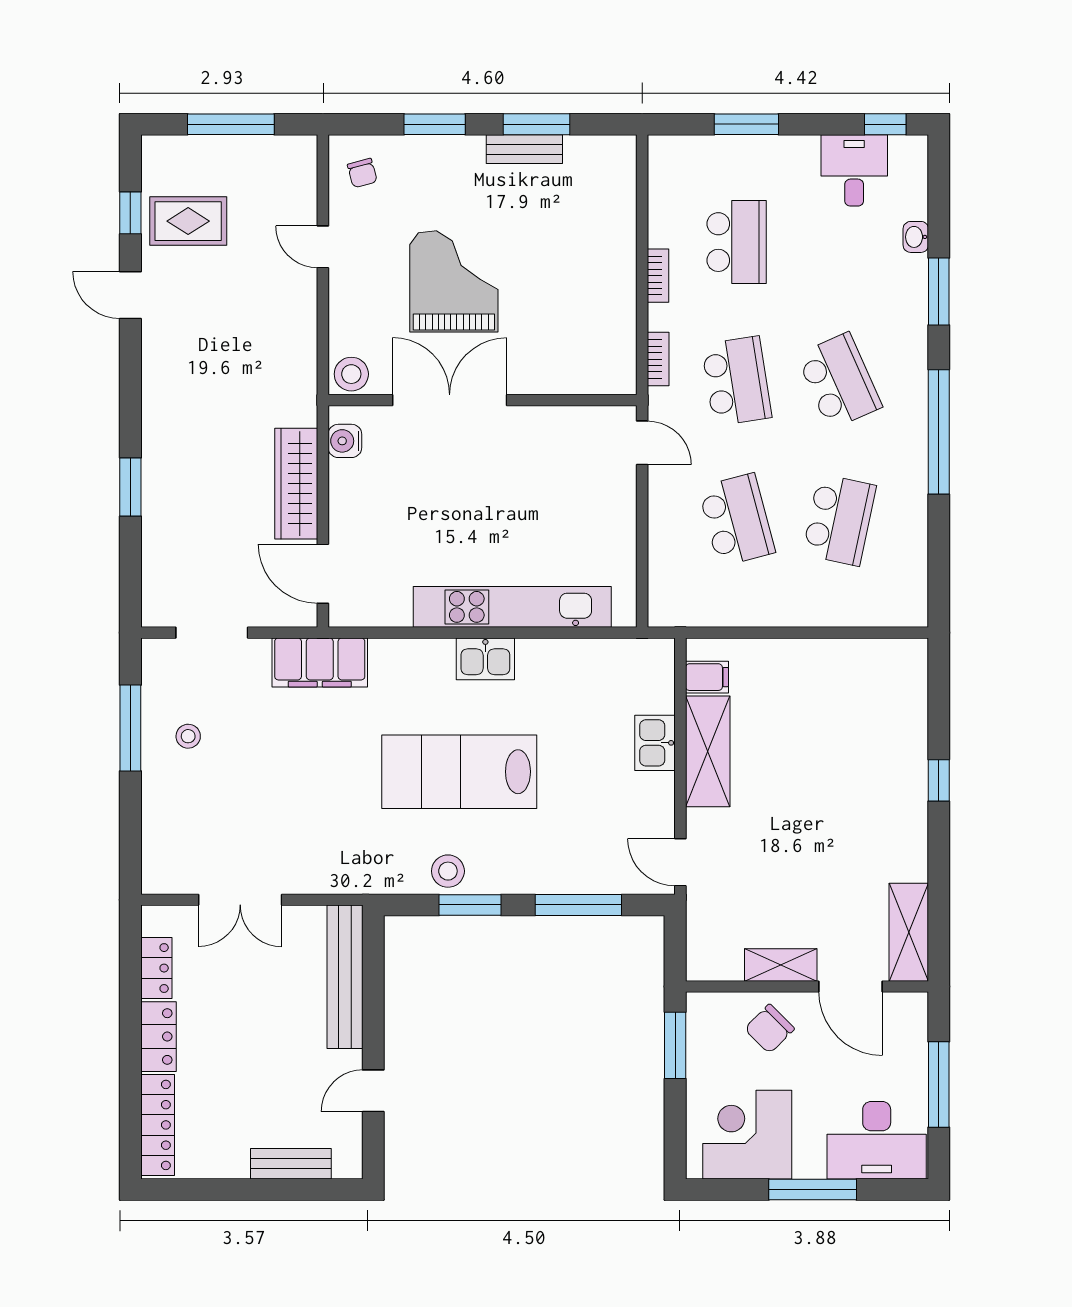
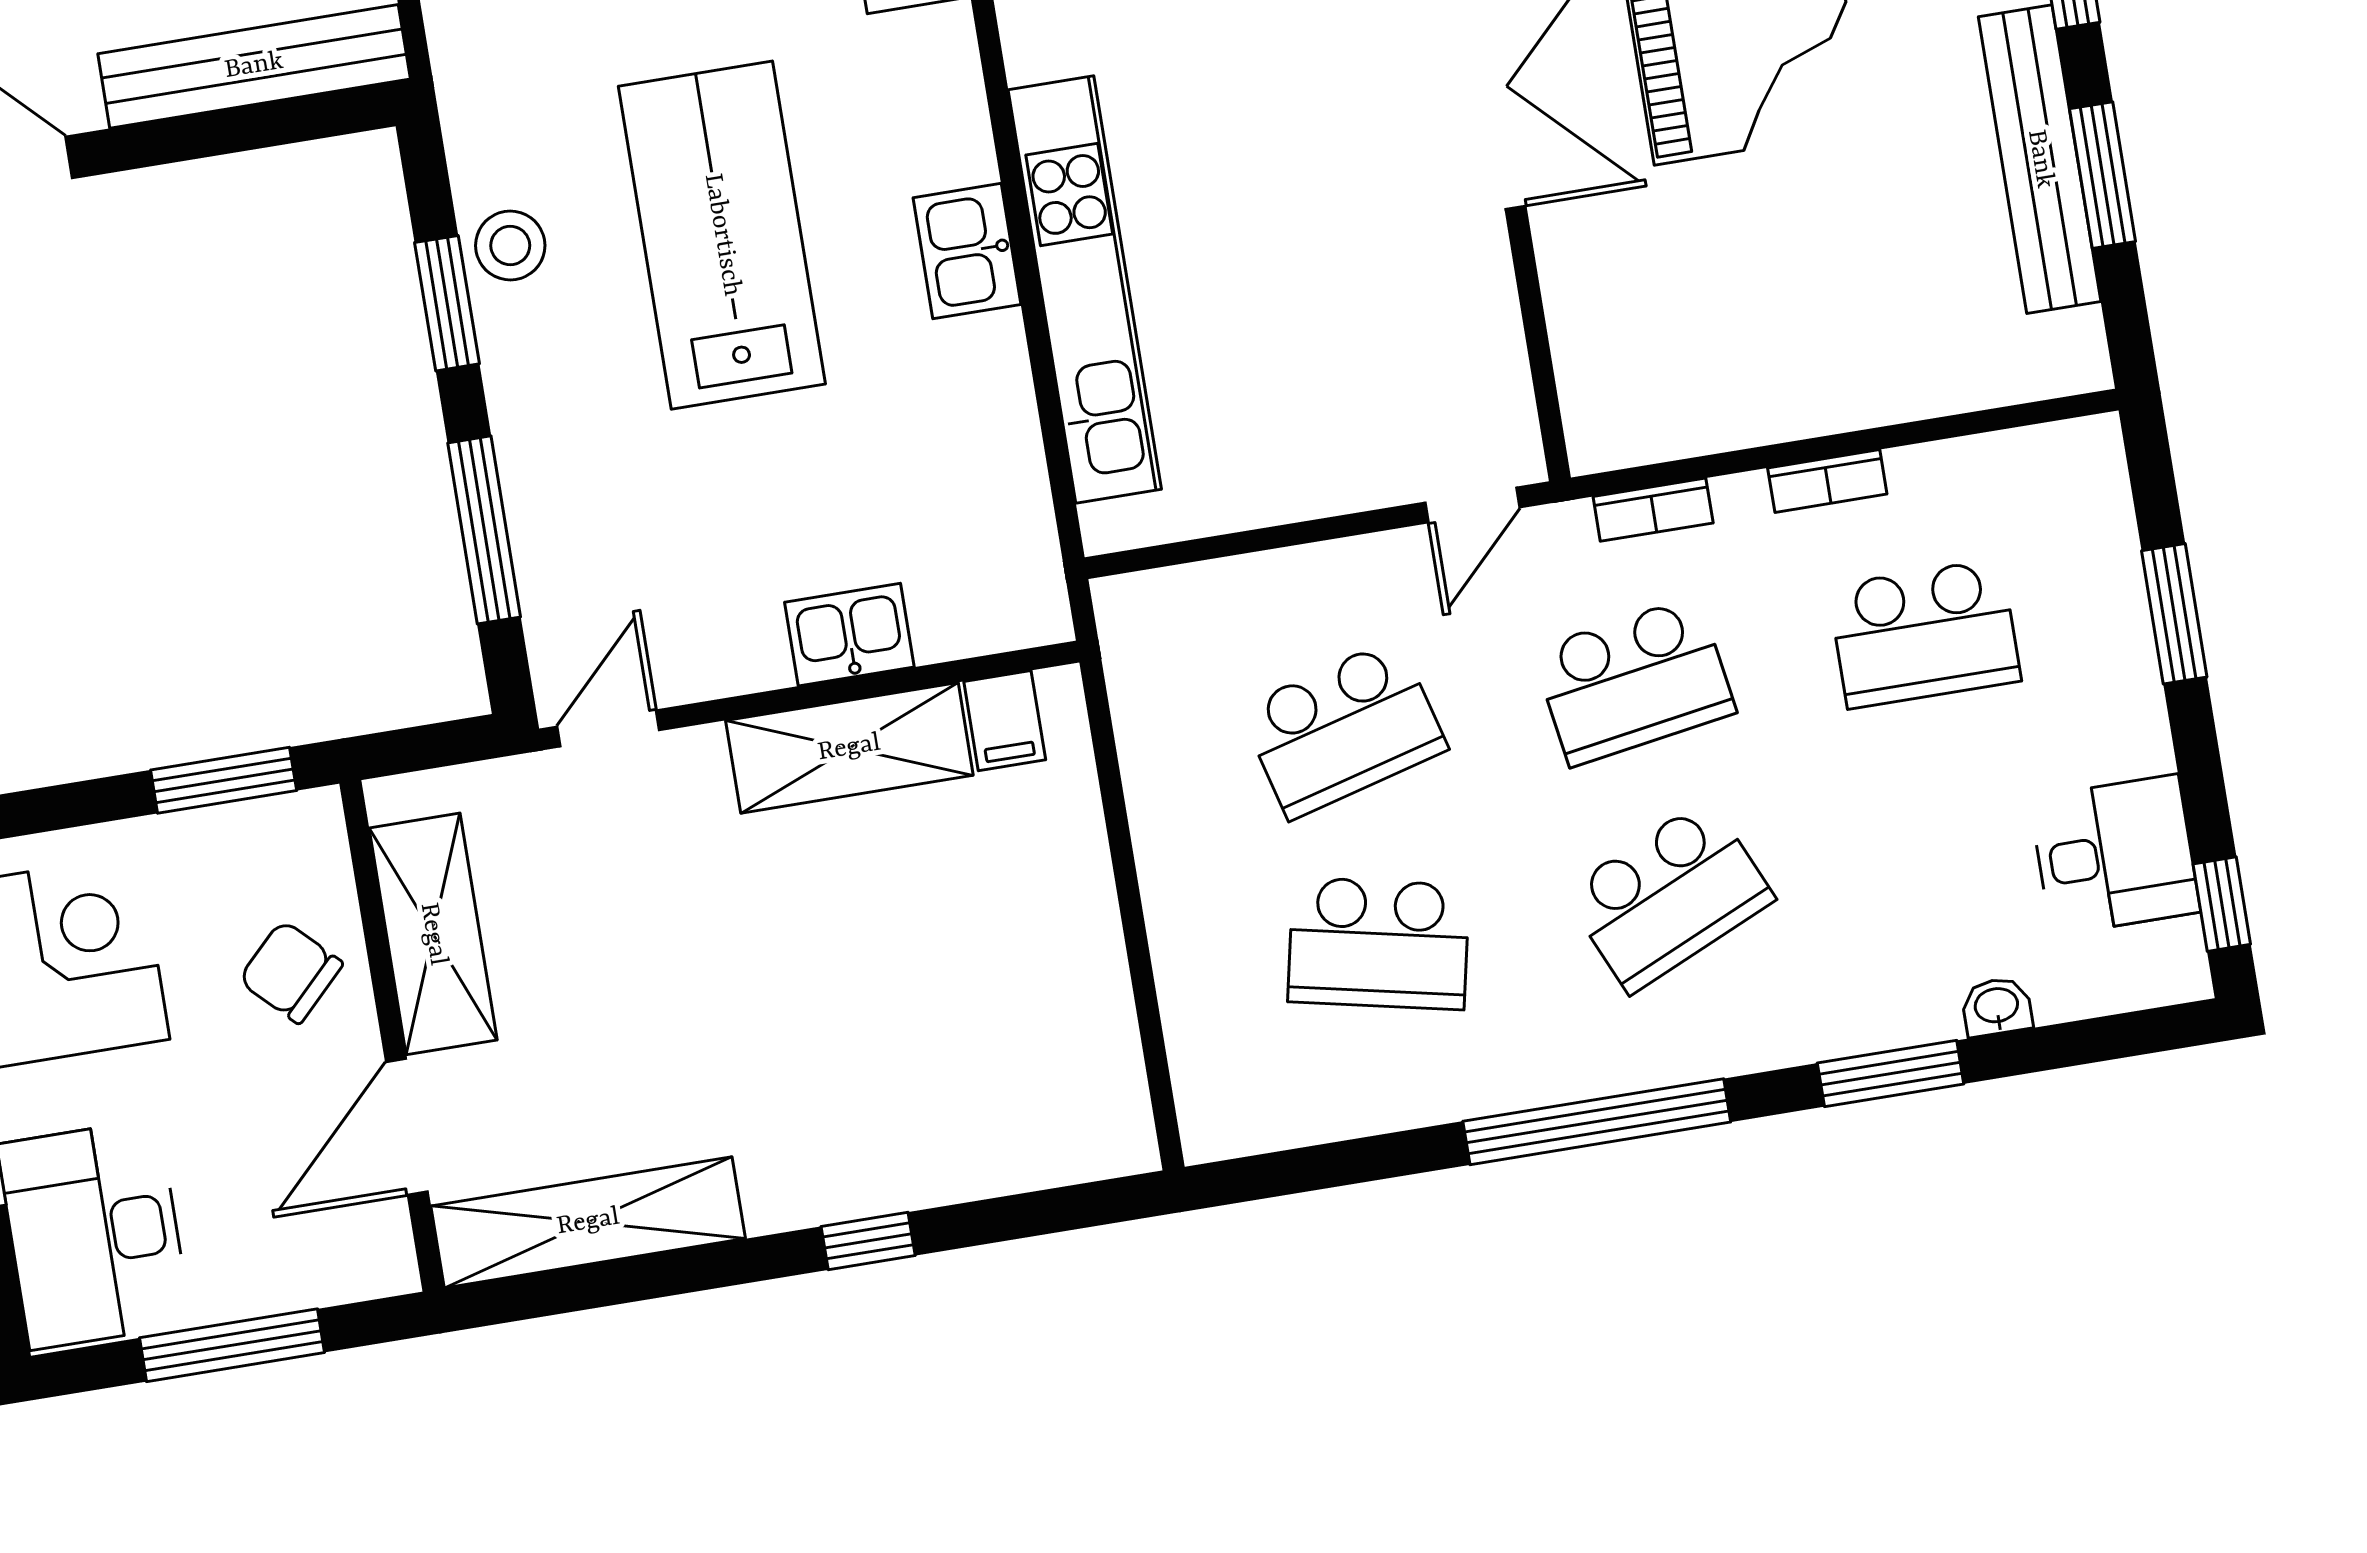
bench: (524, 149) -> (2040, 159), width x1.86, depth x1.21
shelving: (909, 932) -> (588, 1222), width x1.47
shelving: (781, 965) -> (433, 934), width x1.50, depth x1.33

